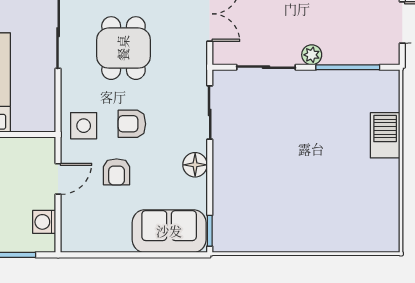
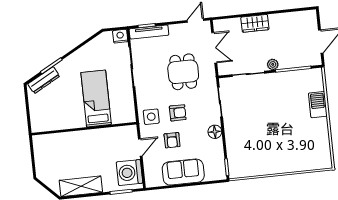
dining table: (123, 48) -> (183, 72), moved
armchair: (132, 124) -> (178, 113), turned 180
washing machine: (44, 222) -> (129, 173), width x1.89, depth x1.89
sofa: (169, 231) -> (183, 172), moved

